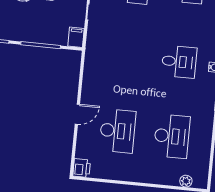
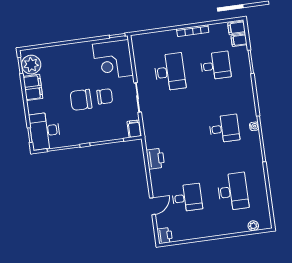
printer: (92, 77) -> (155, 159), added
door: (77, 114) -> (152, 206), moved
desk: (118, 131) -> (187, 198), width x0.73

